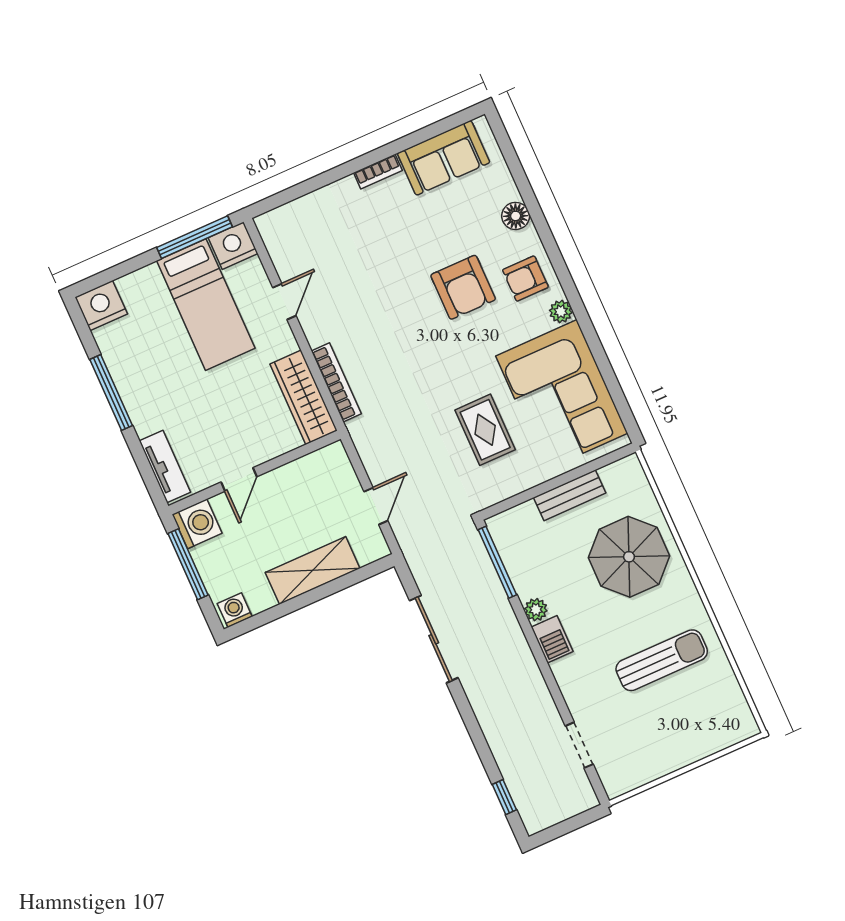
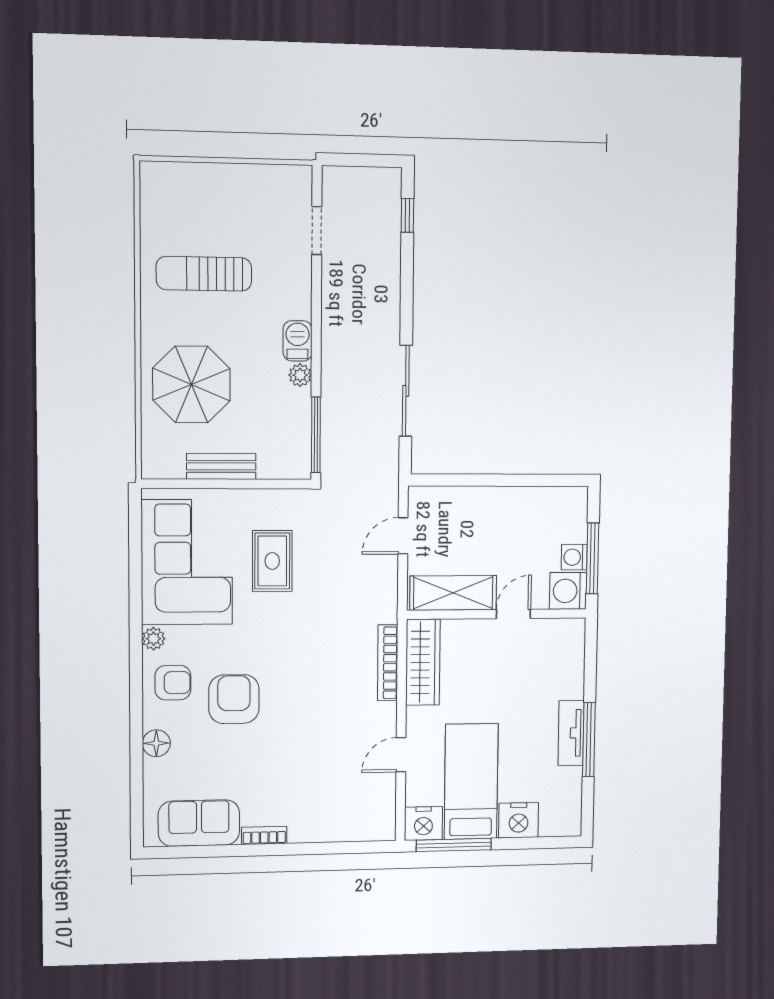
nightstand: (101, 306) -> (519, 820), moved
tv unit: (165, 466) -> (571, 733), moved
shelving: (313, 570) -> (453, 593), moved
washing machine: (235, 610) -> (574, 557), moved, turned 90

